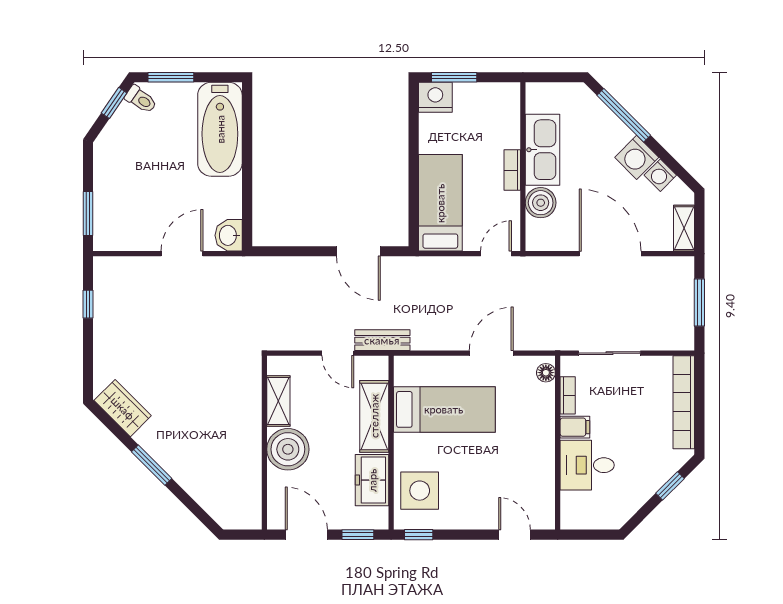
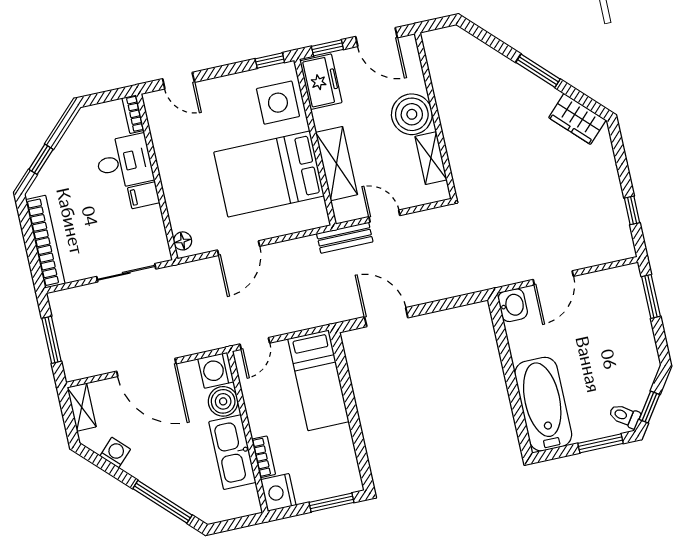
nightstand: (435, 97) -> (278, 493), moved, turned 90
washing machine: (637, 157) -> (216, 370), moved, turned -135
bookcase: (512, 170) -> (264, 457), moved
bookcase: (568, 395) -> (133, 114), moved
bed: (444, 409) -> (269, 174), width x1.50
freezer: (372, 480) -> (321, 82), moved

